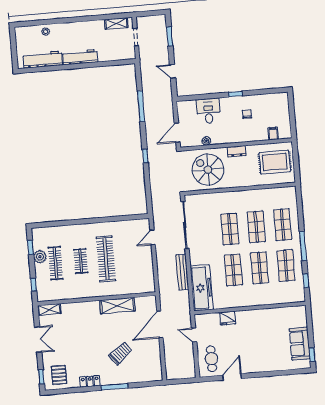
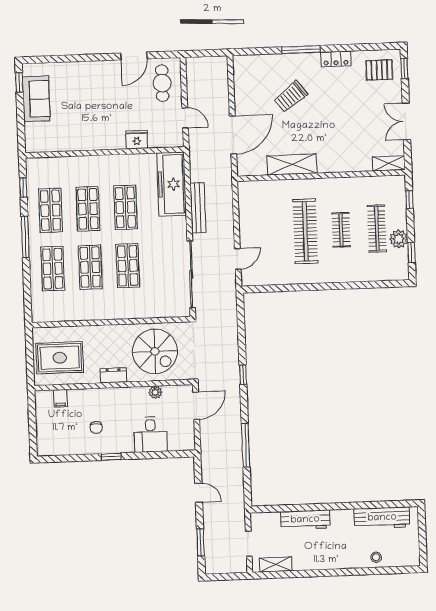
workbench: (80, 57) -> (305, 520), moved
pallet: (59, 375) -> (379, 70), turned 90

